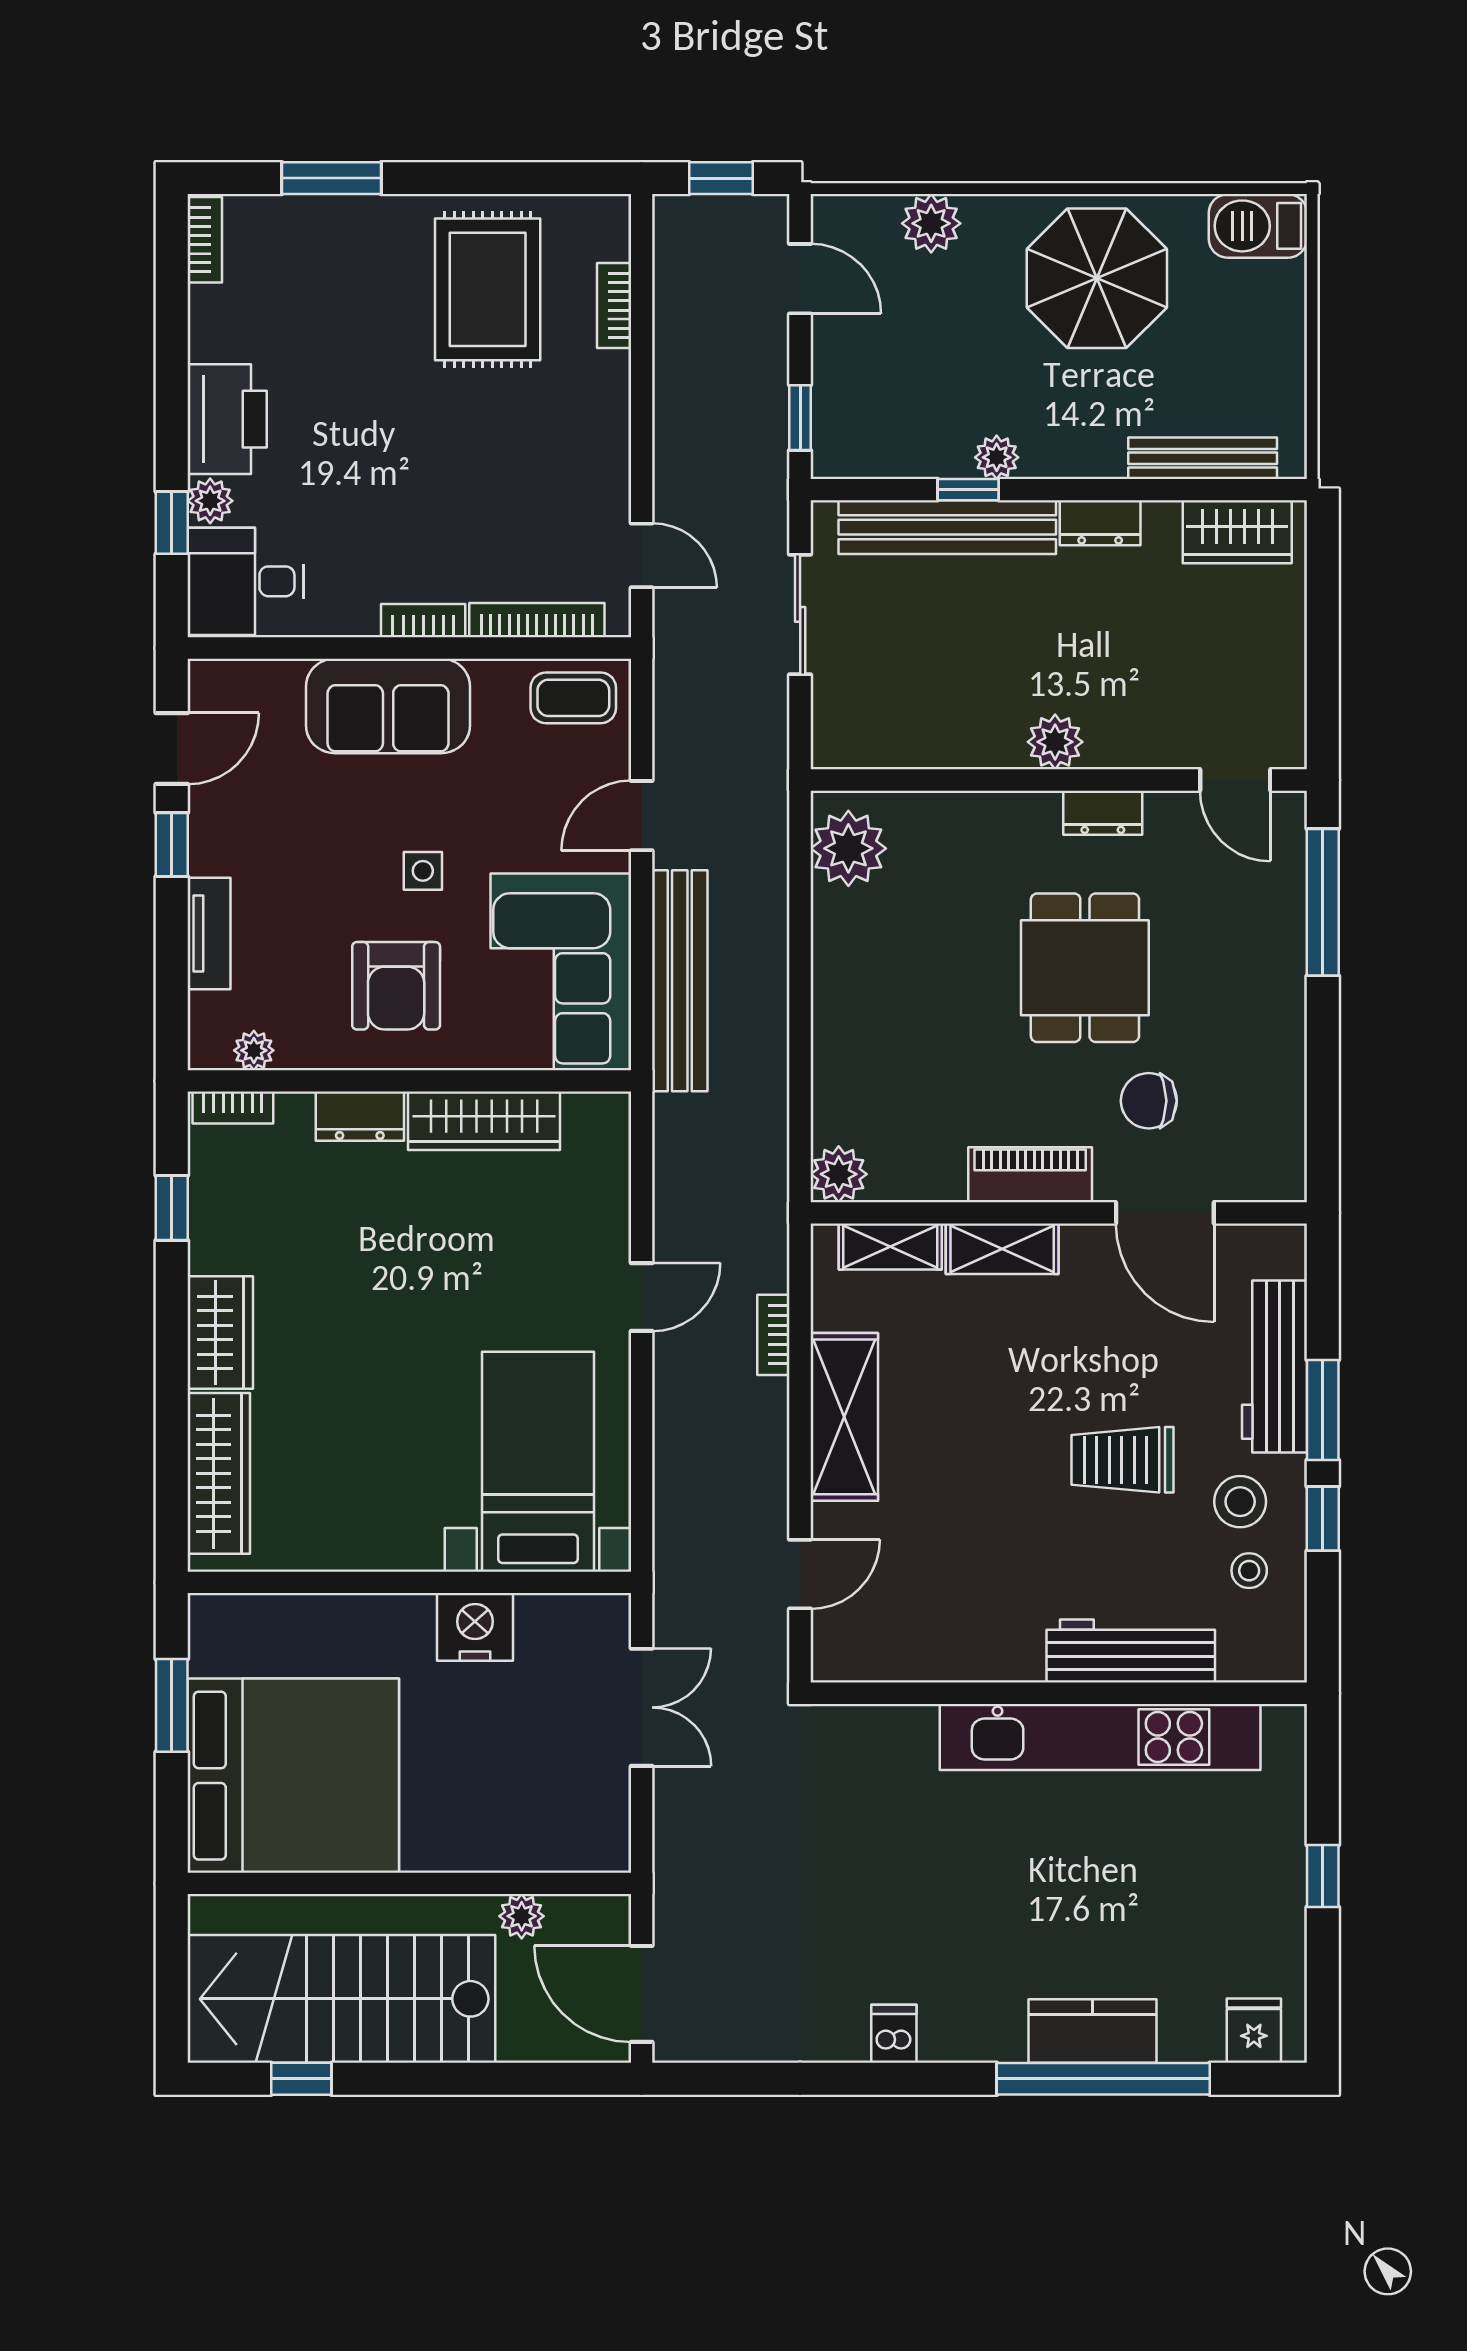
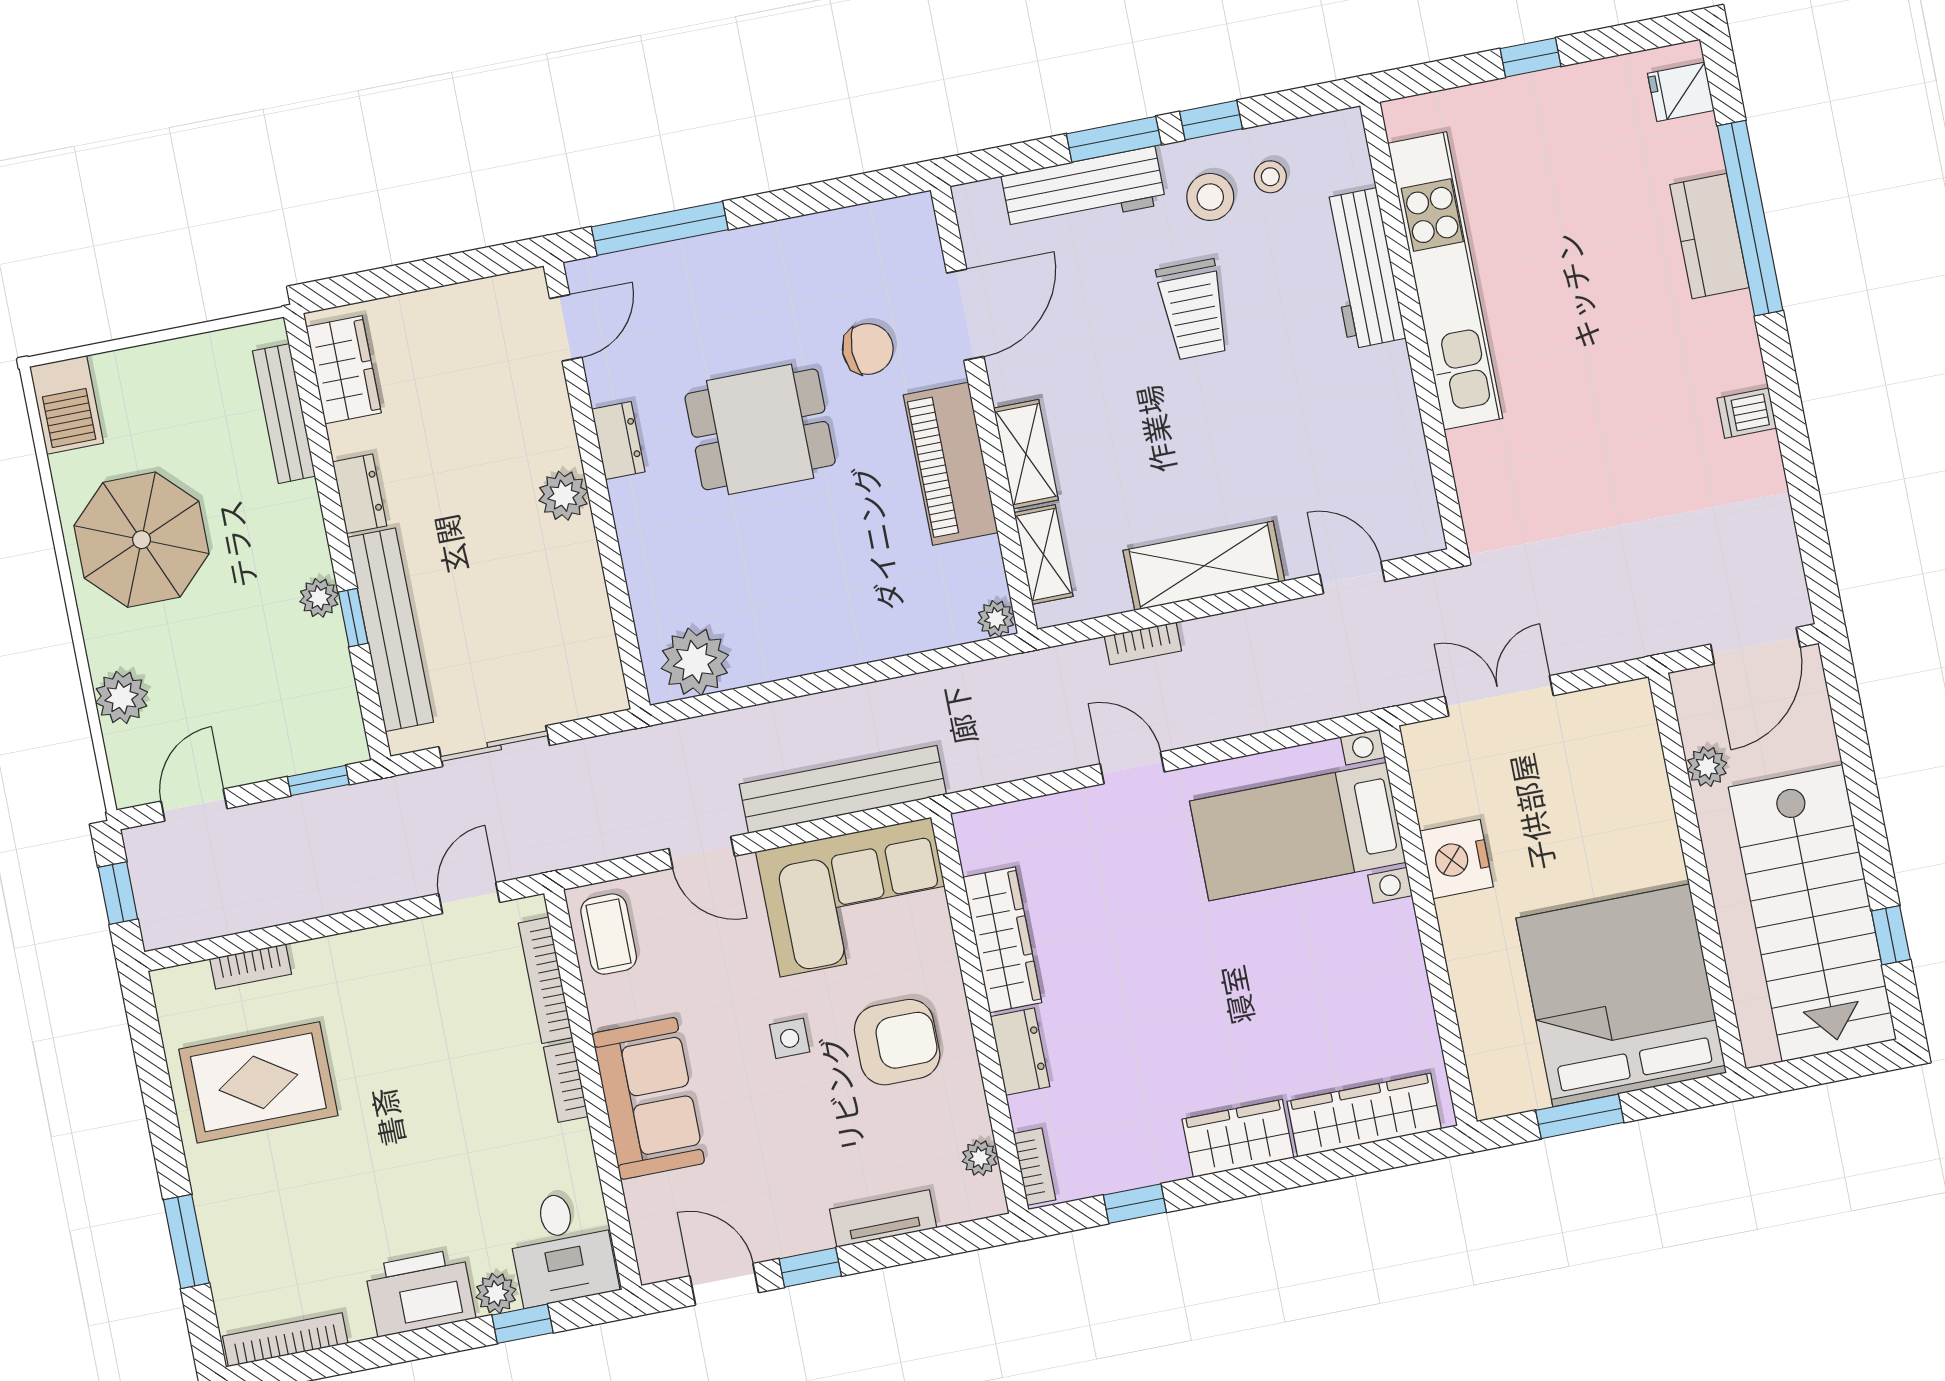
bookcase: (205, 240) -> (285, 1340), width x1.56
chair: (1149, 1101) -> (868, 349), turned -90
plant: (839, 1174) -> (996, 619), width x0.73, depth x0.73
piano: (1030, 1175) -> (951, 464), width x1.37, depth x1.33

